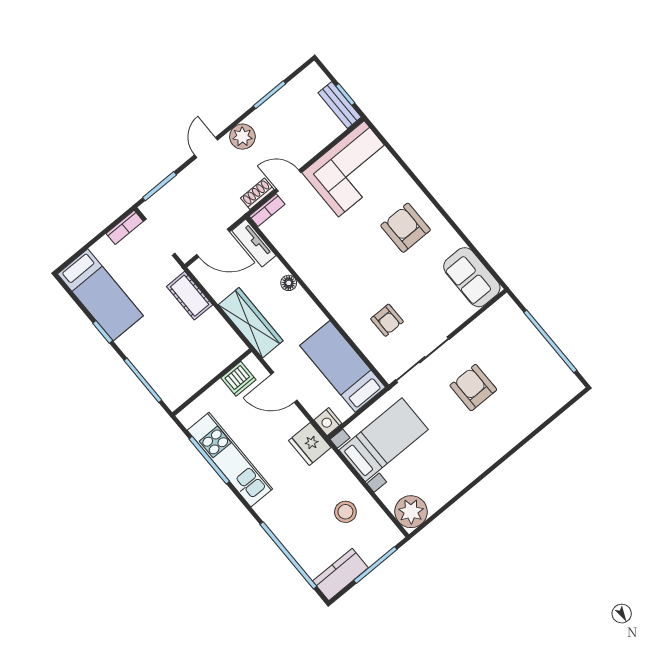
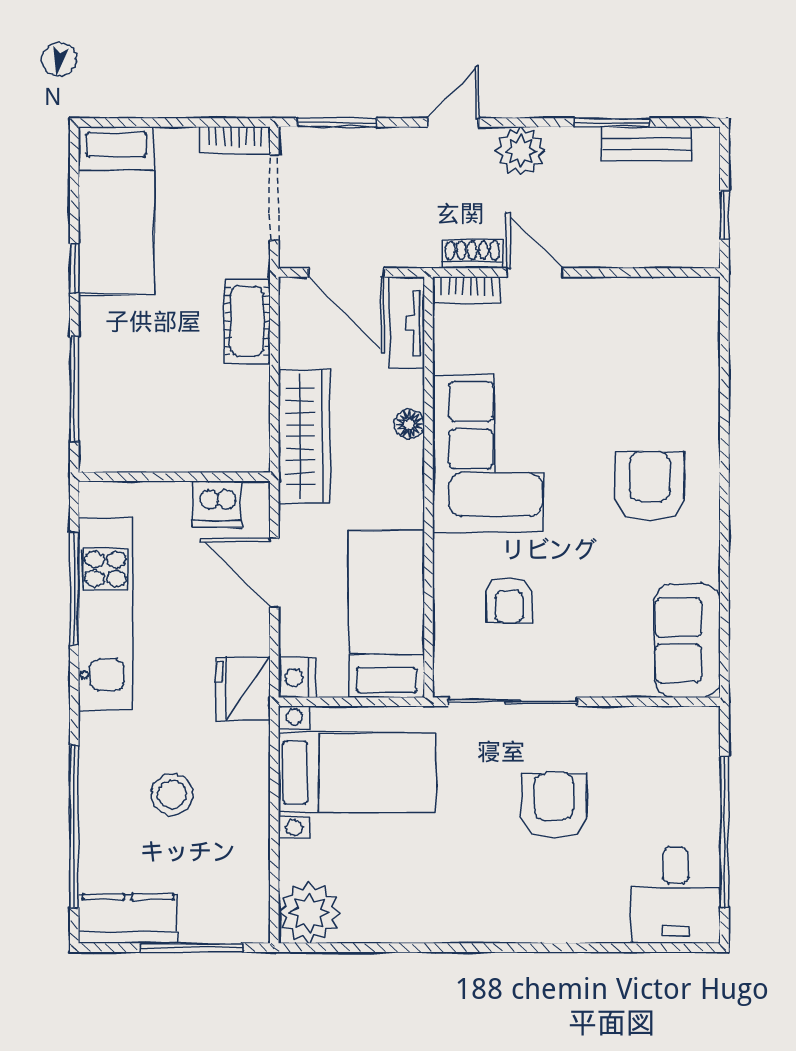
bench: (340, 105) -> (647, 144), moved, turned 90
corner sofa: (351, 169) -> (488, 454), moved, turned -90
desk: (552, 383) -> (675, 895), added
stool: (345, 512) -> (172, 794), moved

